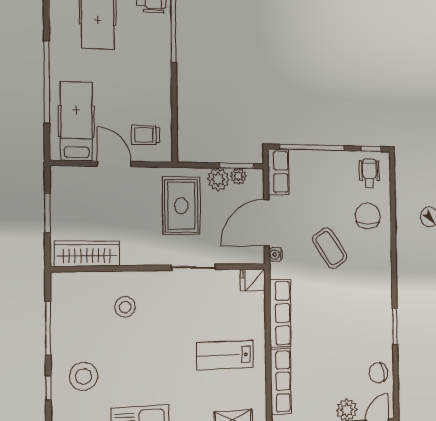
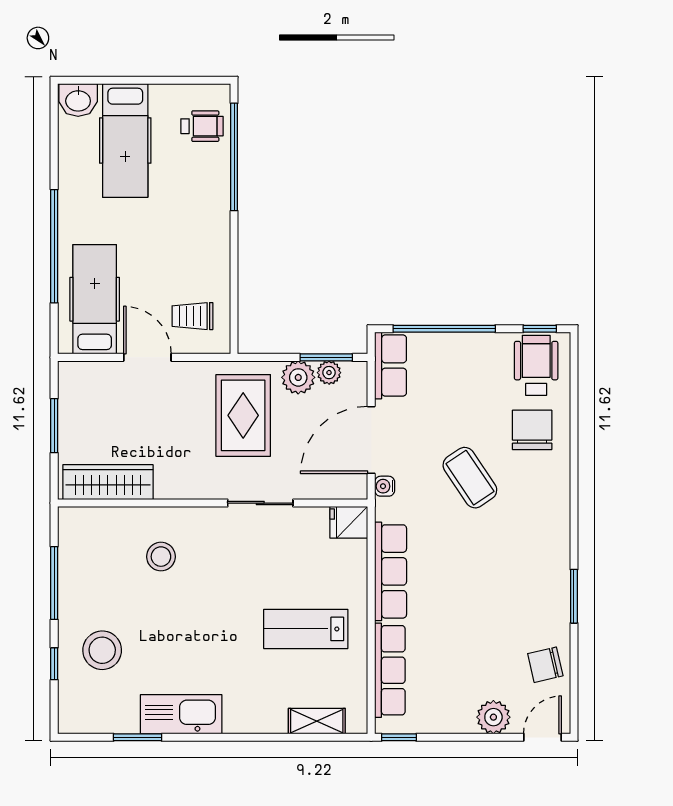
wheelchair: (369, 173) -> (536, 365), width x1.36, depth x1.37

